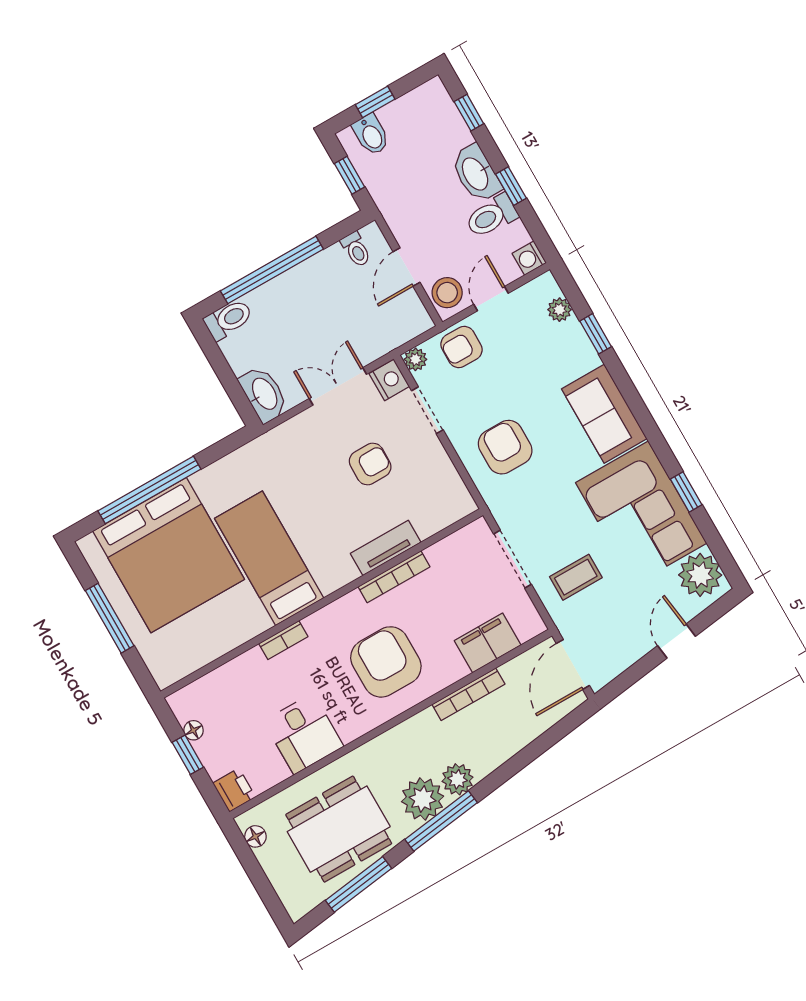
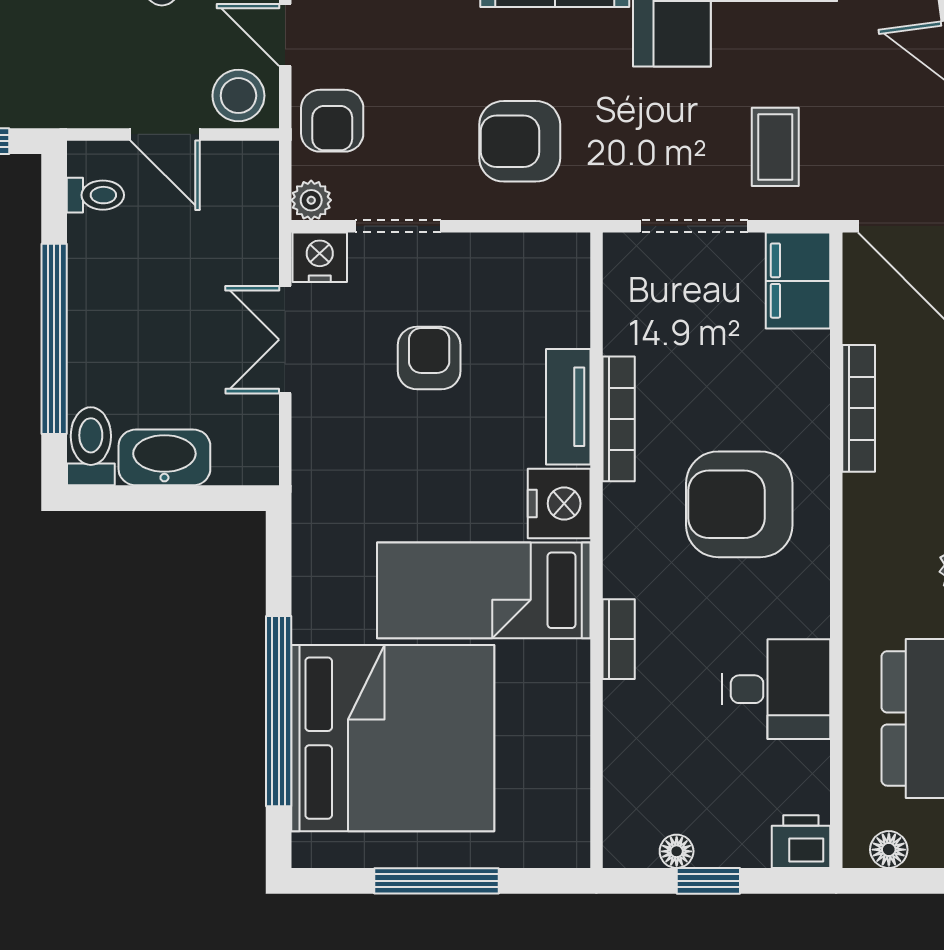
washbasin: (264, 394) -> (164, 457), moved
nightstand: (334, 571) -> (559, 503), added
filing cabinet: (488, 643) -> (798, 281), moved

